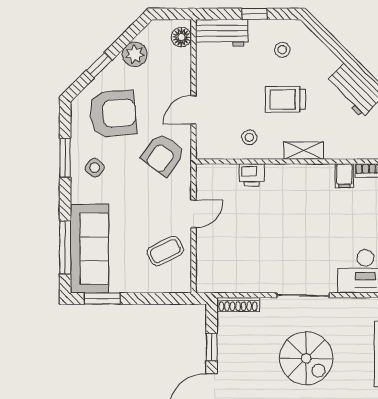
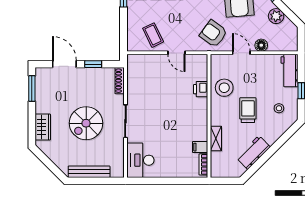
floor lamp: (181, 37) -> (261, 45), moved
stool: (249, 137) -> (224, 88), width x1.89, depth x1.89
shelving: (304, 151) -> (216, 138), moved

